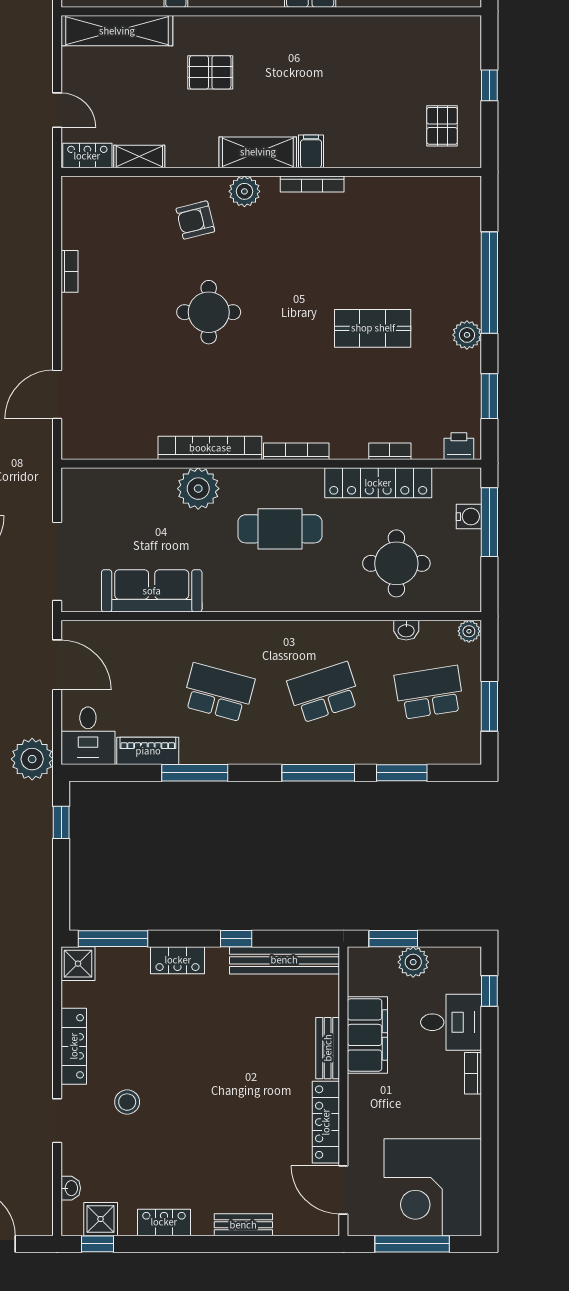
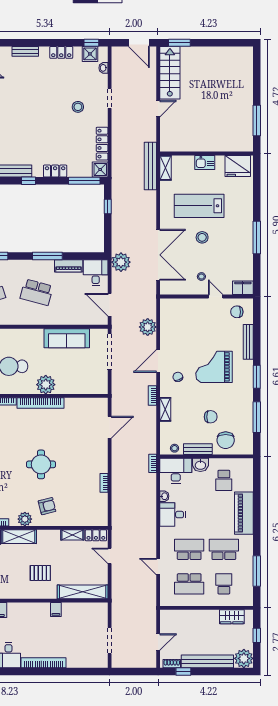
window: (61, 822) -> (108, 207), moved
locker: (74, 1046) -> (102, 144), moved

